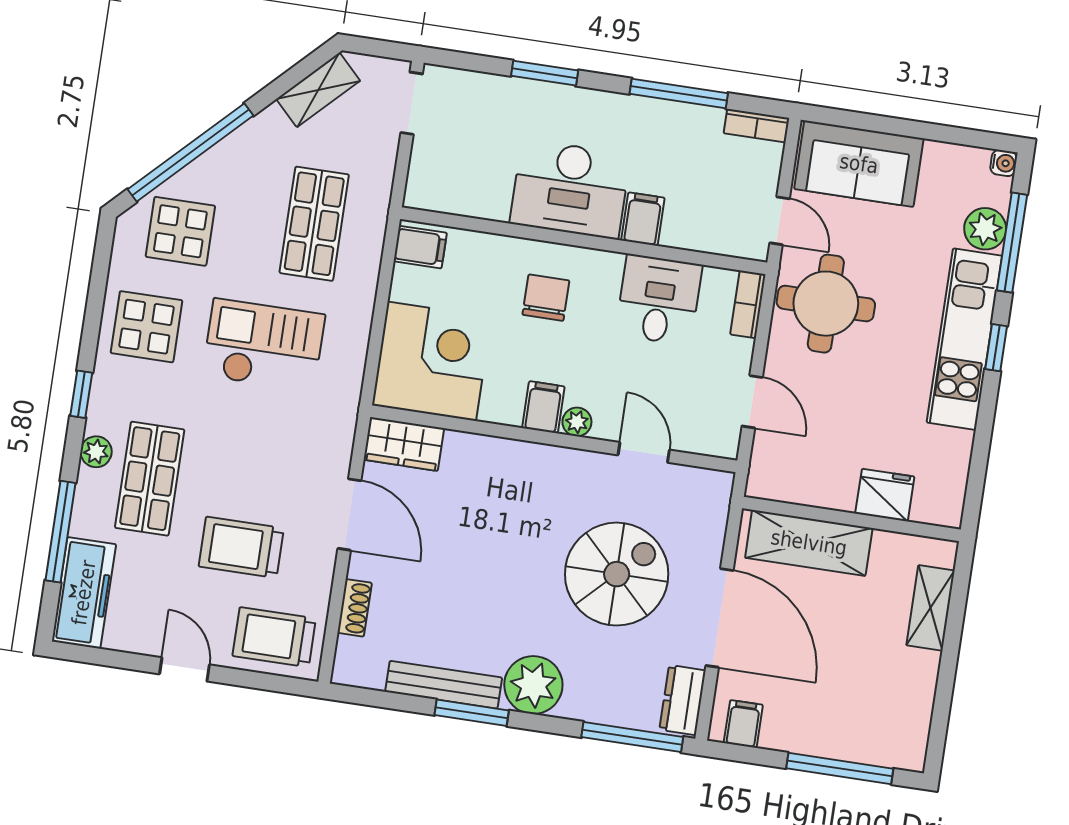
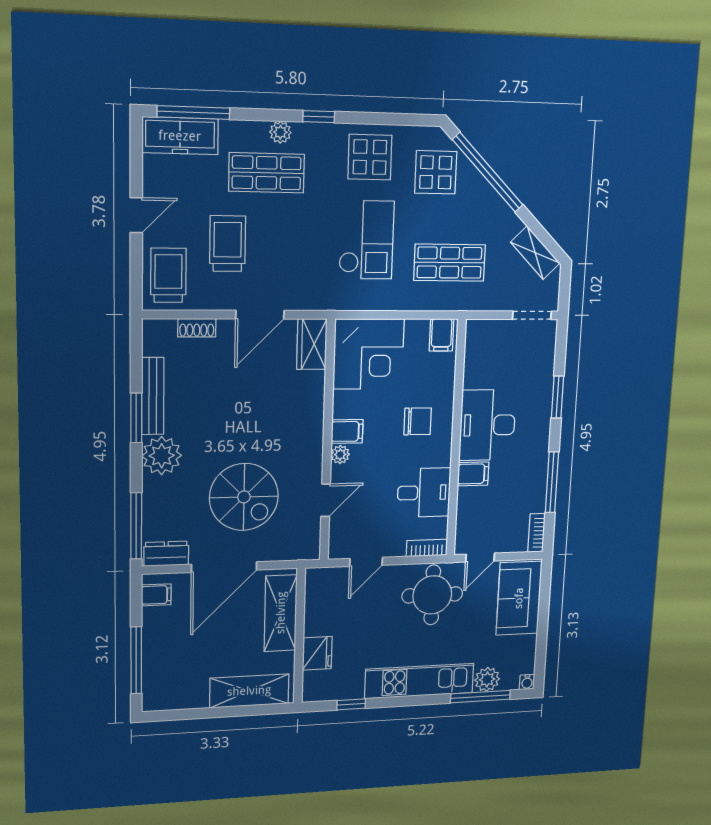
window: (996, 348) -> (351, 704), moved
window: (60, 532) -> (194, 112), moved
shelving: (930, 608) -> (249, 691), width x1.50, depth x1.33

